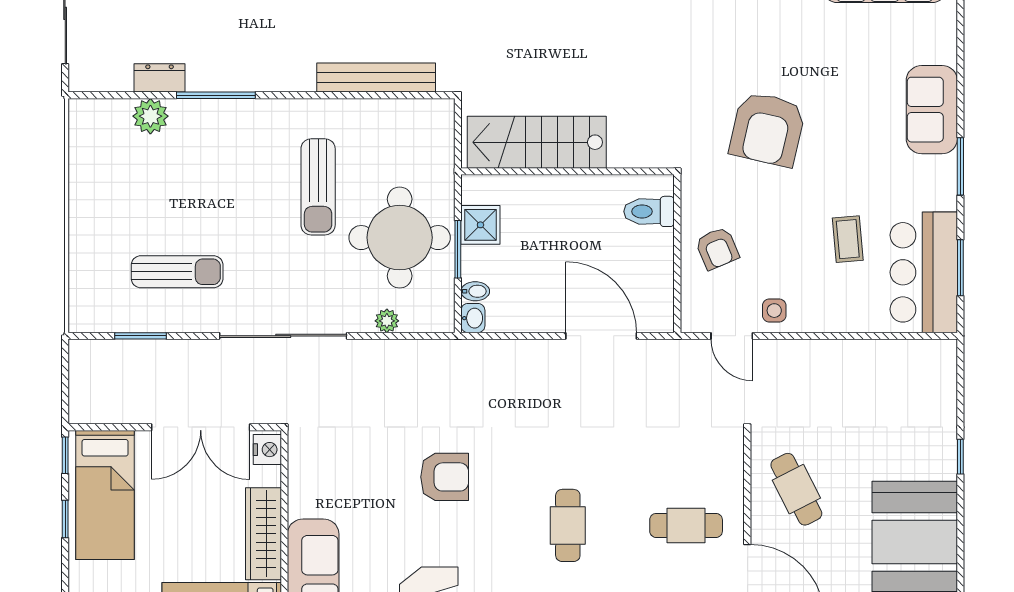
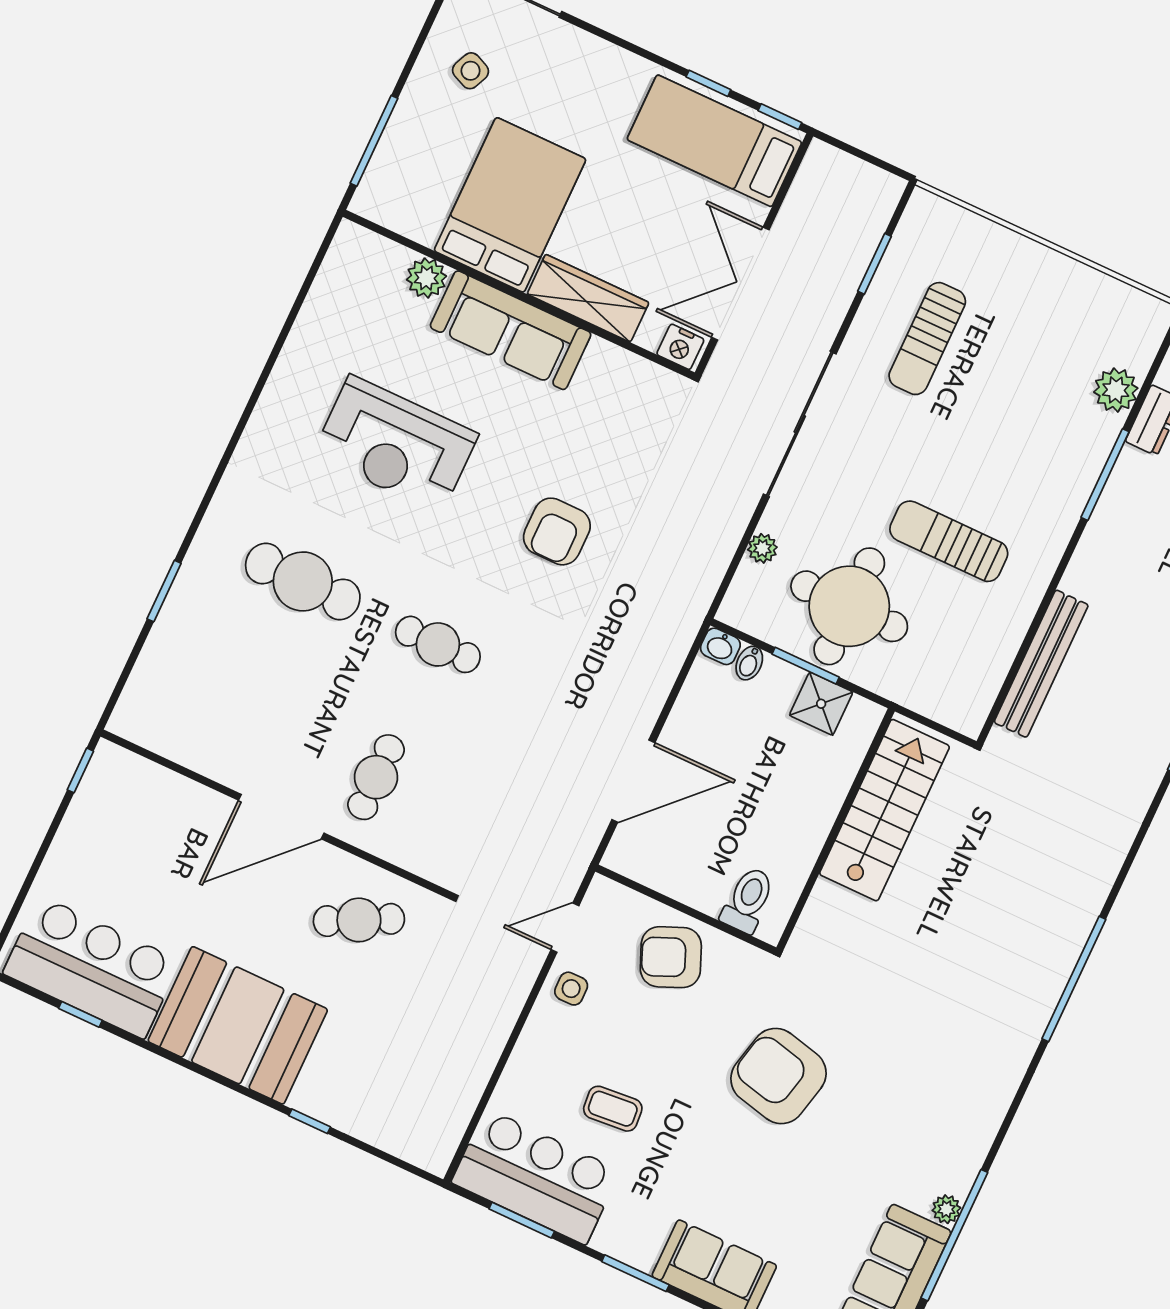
armchair: (717, 248) -> (671, 957), width x1.38, depth x1.38

